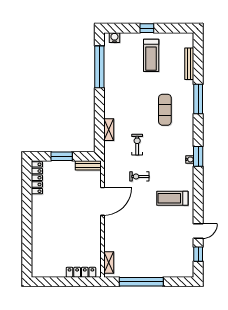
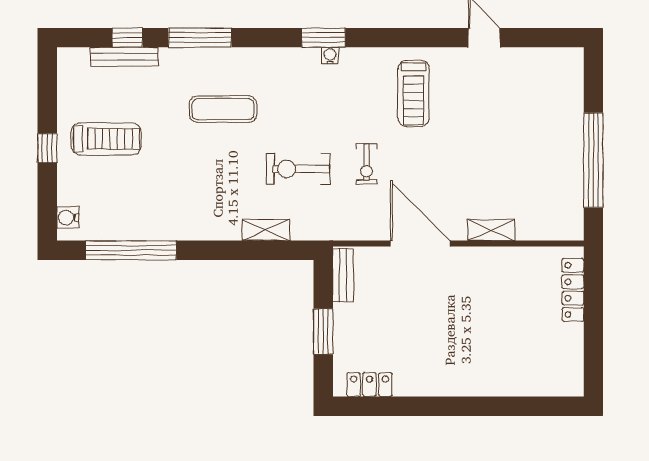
exercise bike: (137, 145) -> (298, 169), width x1.38, depth x1.39
locker: (37, 178) -> (370, 385), width x0.66
window: (198, 254) -> (127, 38), moved
shelving: (109, 262) -> (491, 230), moved

